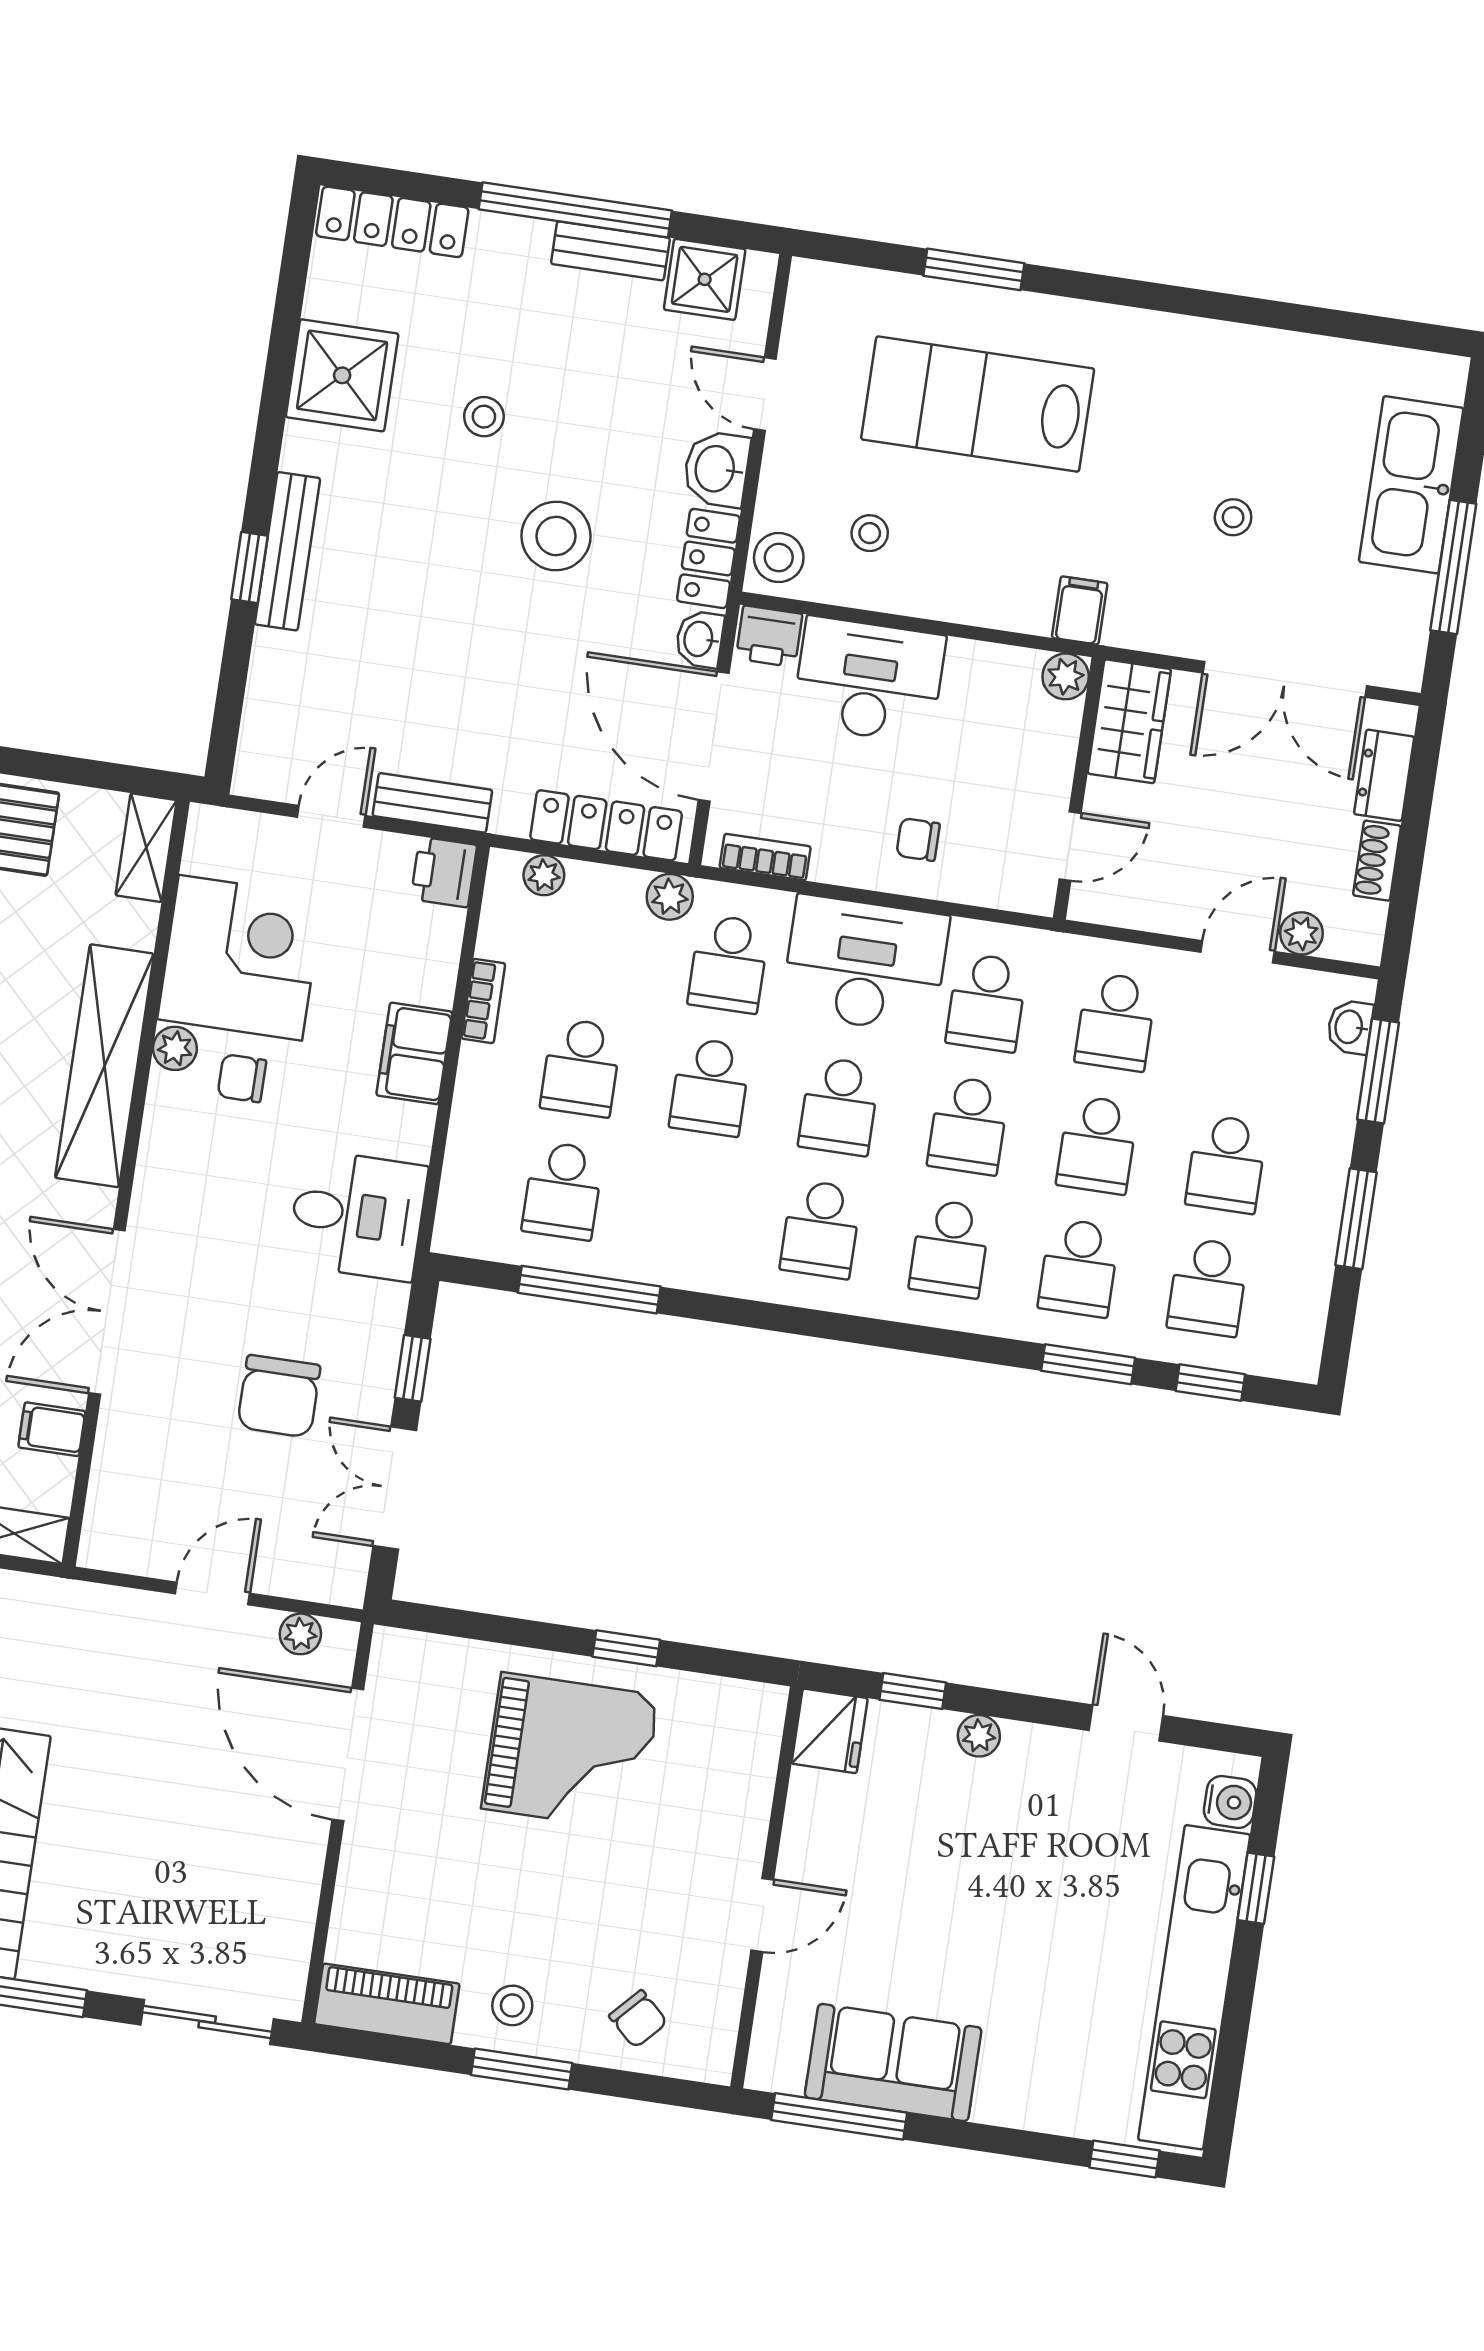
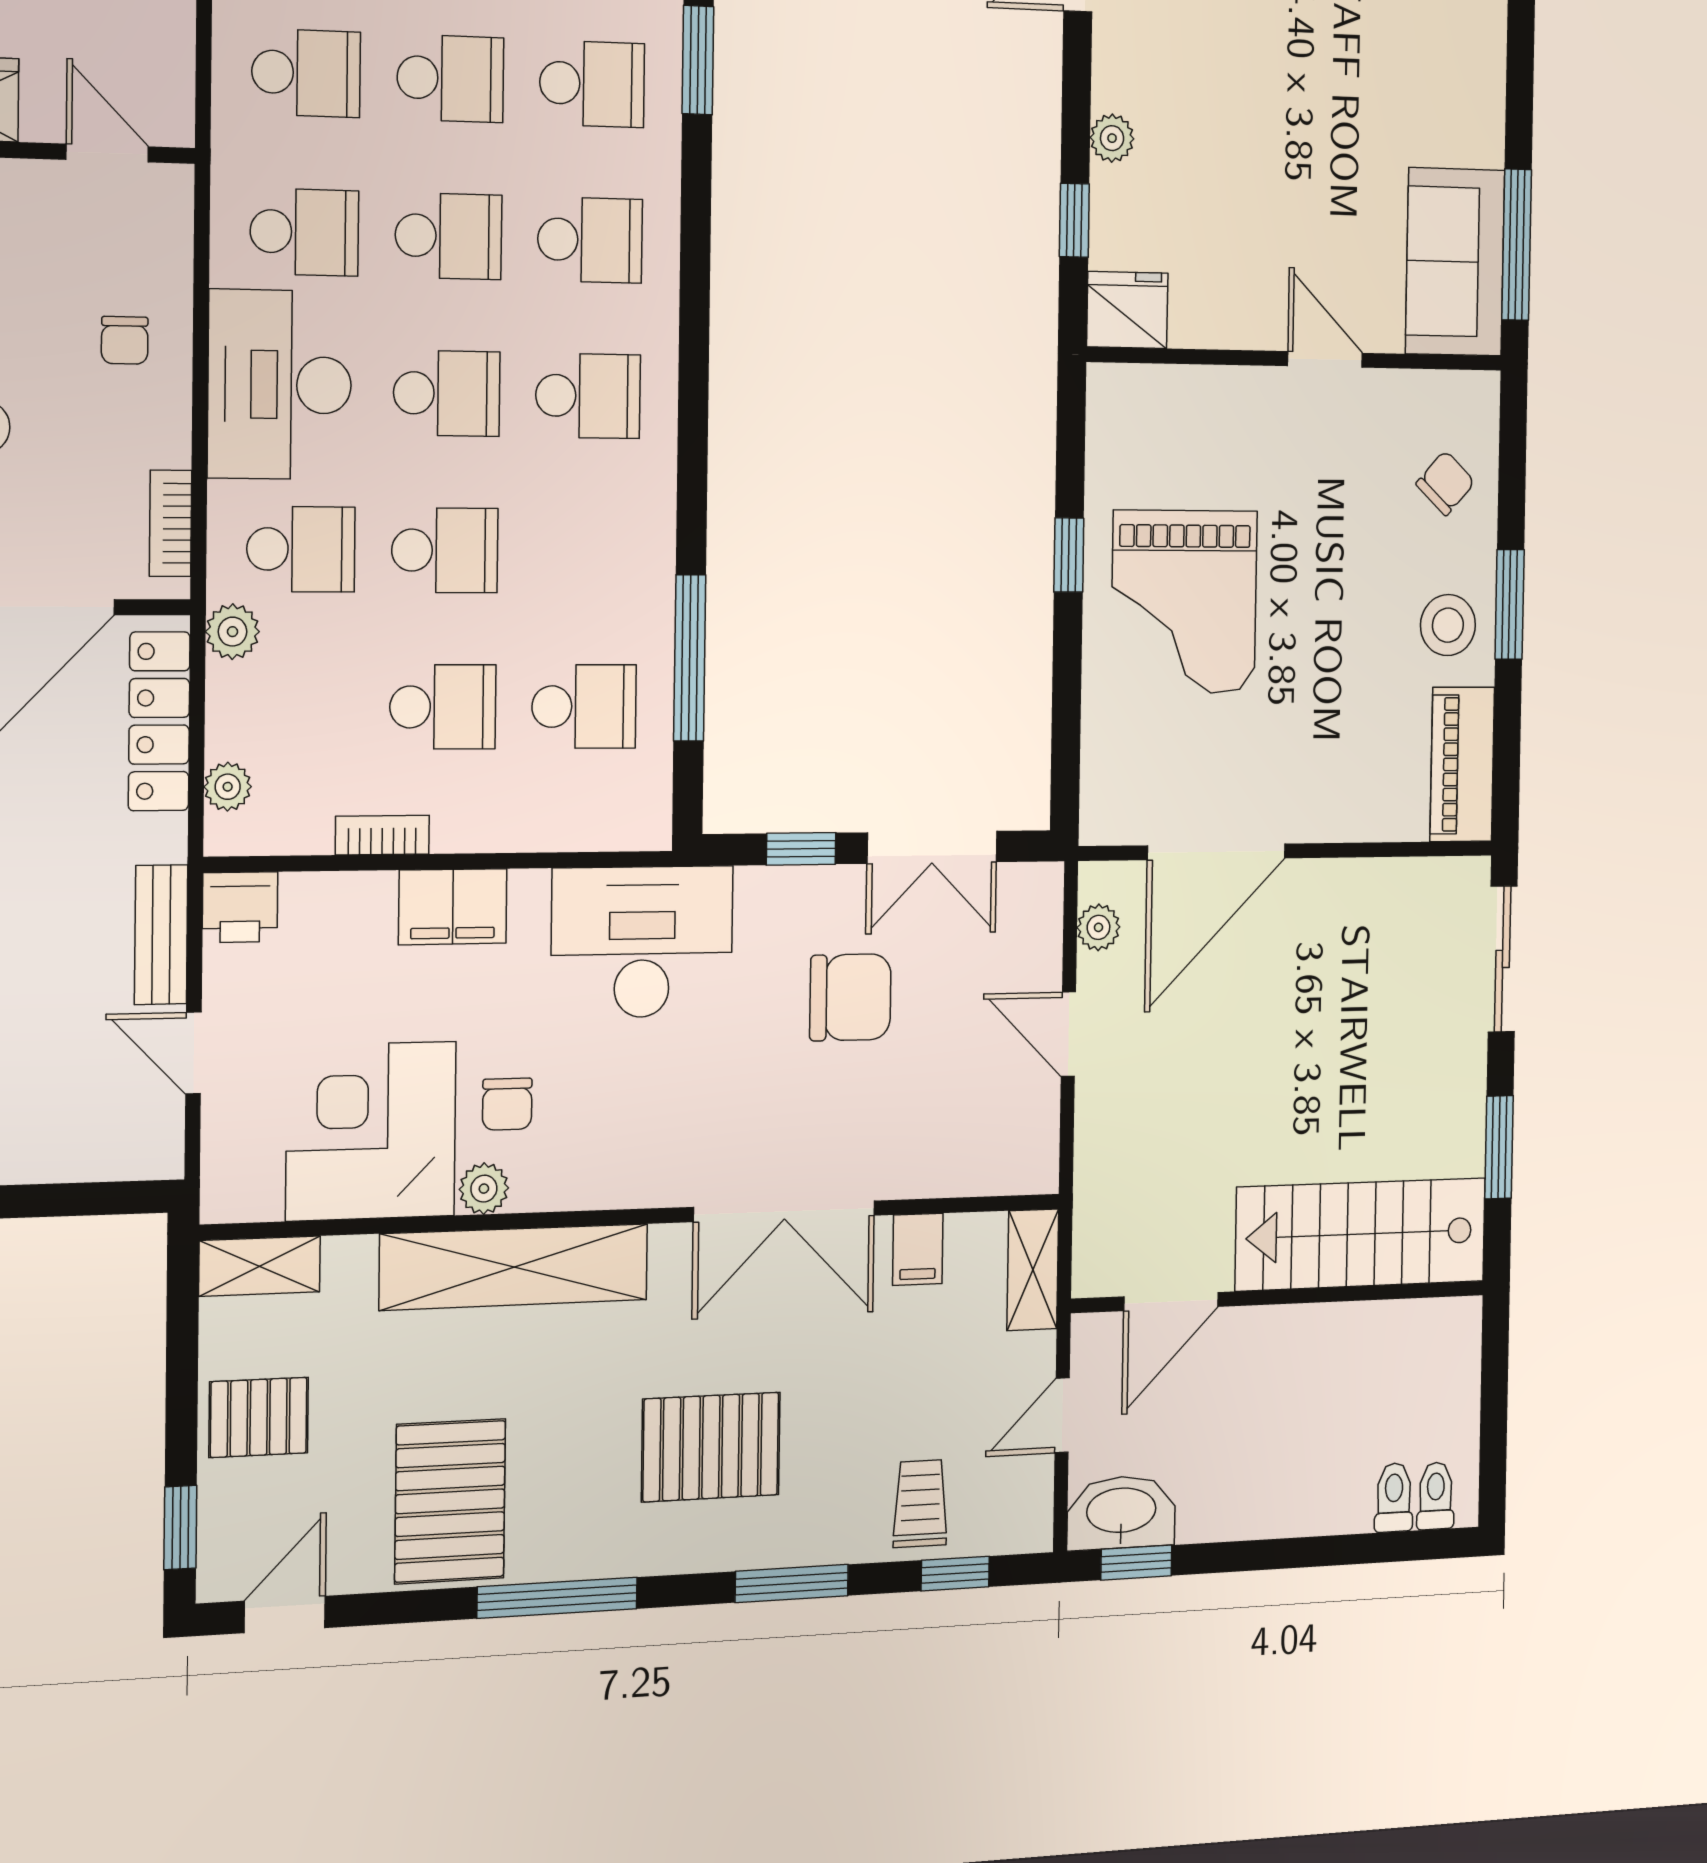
desk: (357, 1215) -> (642, 942), width x1.37
grand piano: (570, 1752) -> (1184, 602), turned 180
stool: (512, 2005) -> (1448, 625), width x1.37, depth x1.37
sofa: (893, 2063) -> (1455, 262), moved

